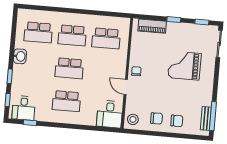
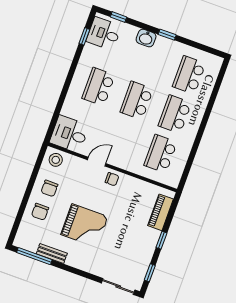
washbasin: (20, 56) -> (146, 38), moved
grand piano: (185, 66) -> (84, 226), moved, turned 90
window: (10, 76) -> (167, 35), moved
bench: (206, 119) -> (52, 253), moved

